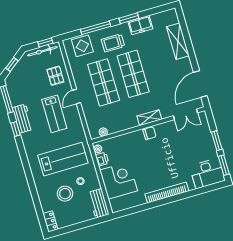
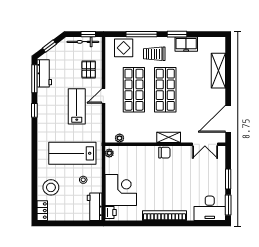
lab bench: (54, 114) -> (77, 106), turned 180
workbench: (23, 119) -> (44, 73), moved
lab bench: (63, 159) -> (72, 153), turned 180
printer: (102, 159) -> (111, 212), moved
stool: (65, 194) -> (51, 187), moved

